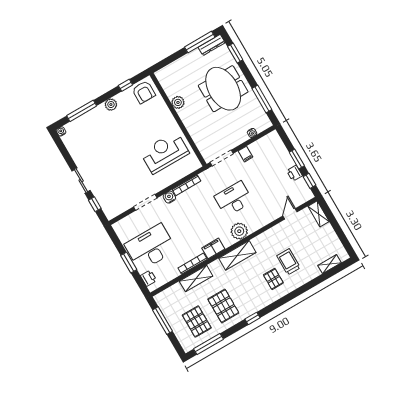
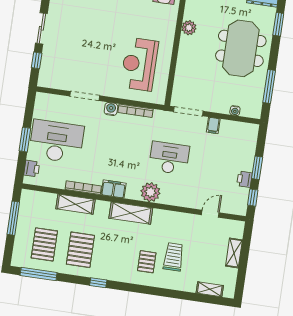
reception desk: (165, 153) -> (139, 64), turned -90
shelving: (319, 214) -> (234, 253), moved

